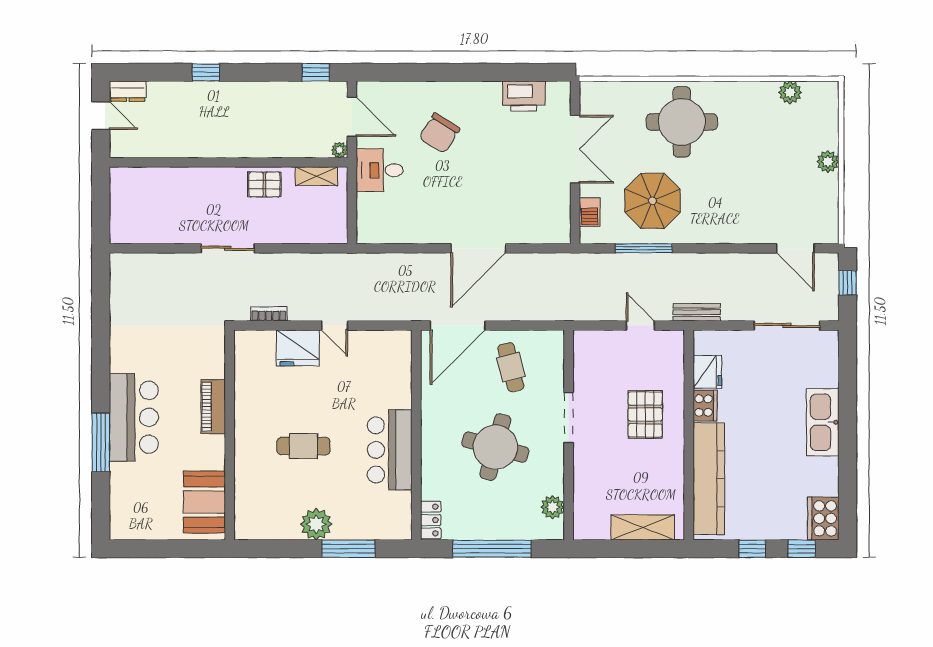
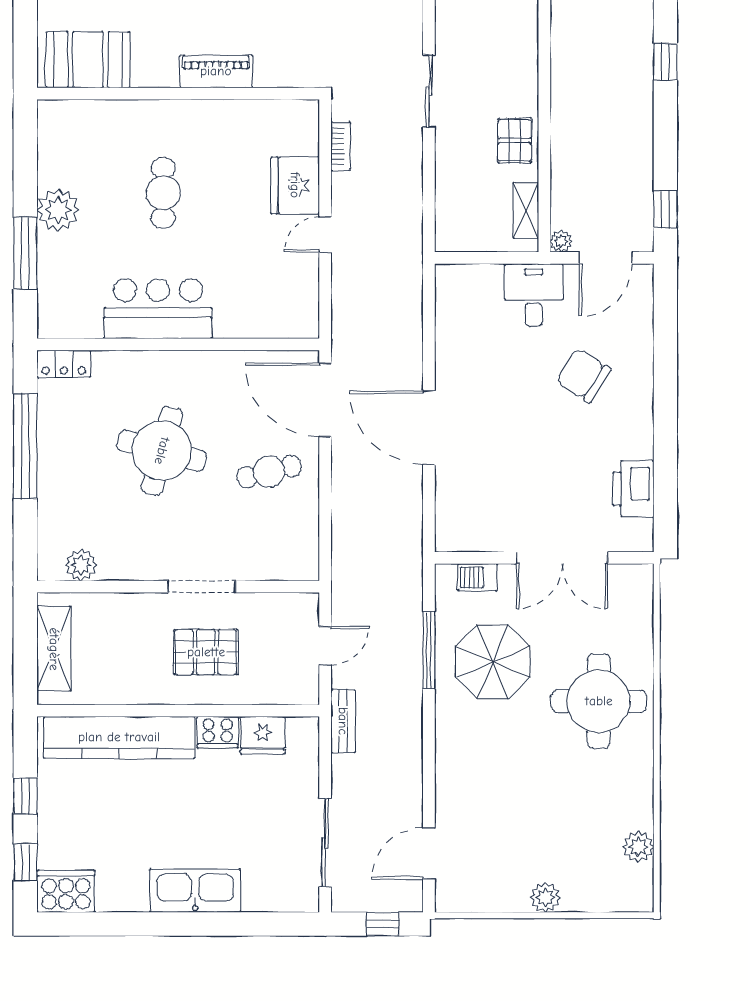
doorway: (569, 417) -> (202, 587), moved
wall: (569, 435) -> (178, 587), moved
plant: (553, 507) -> (81, 565), moved

